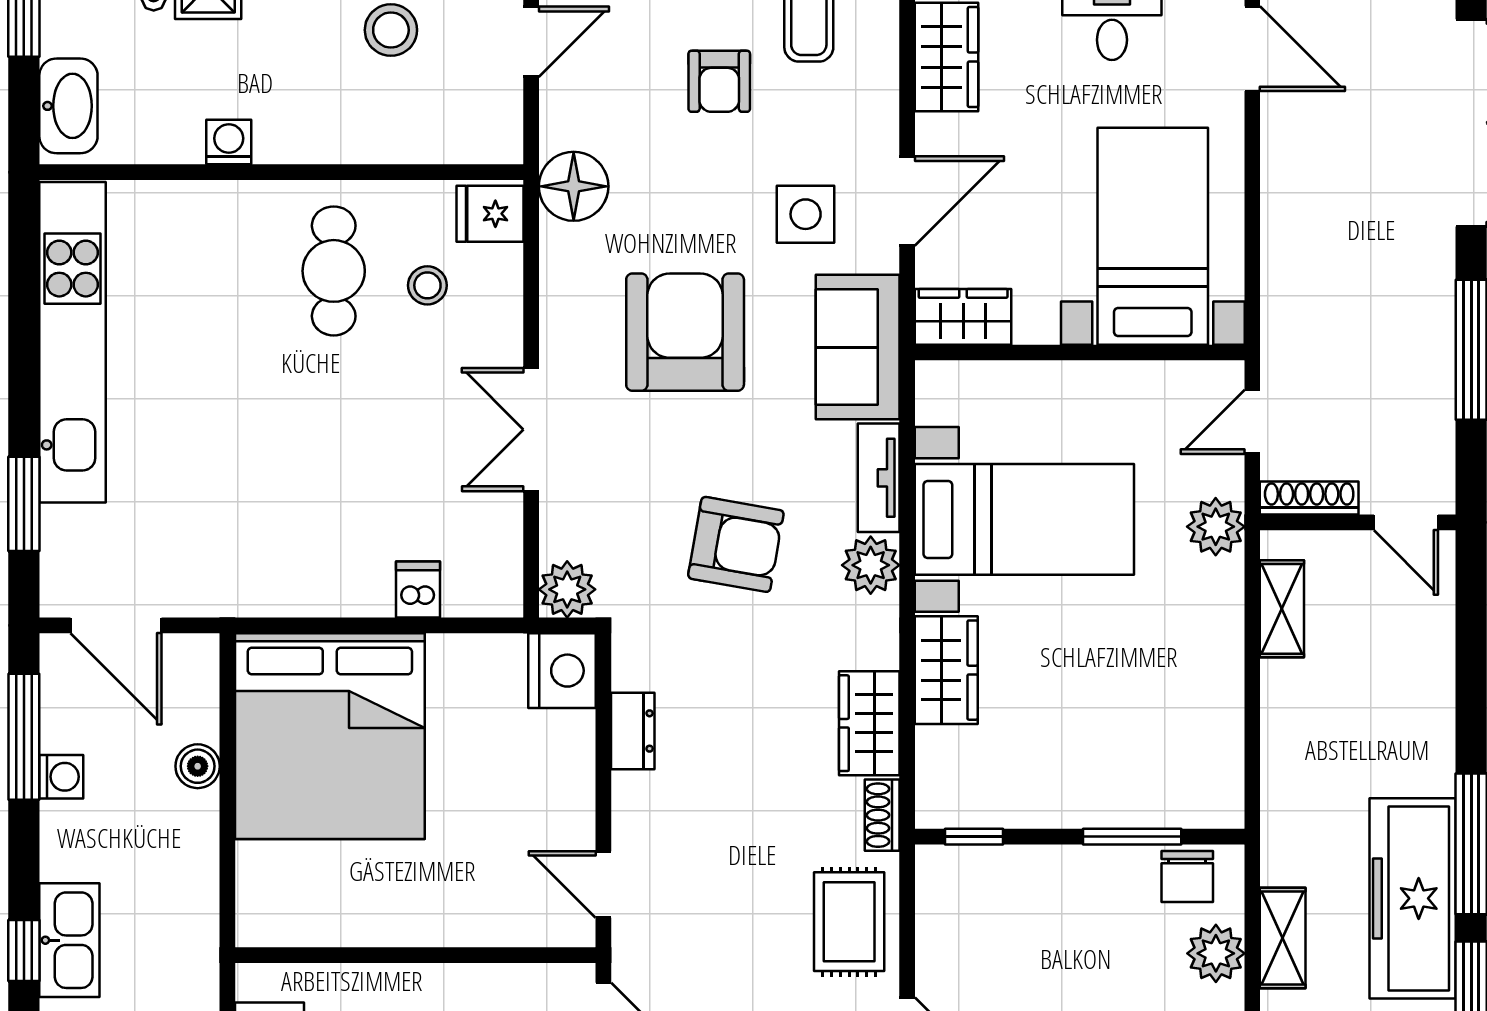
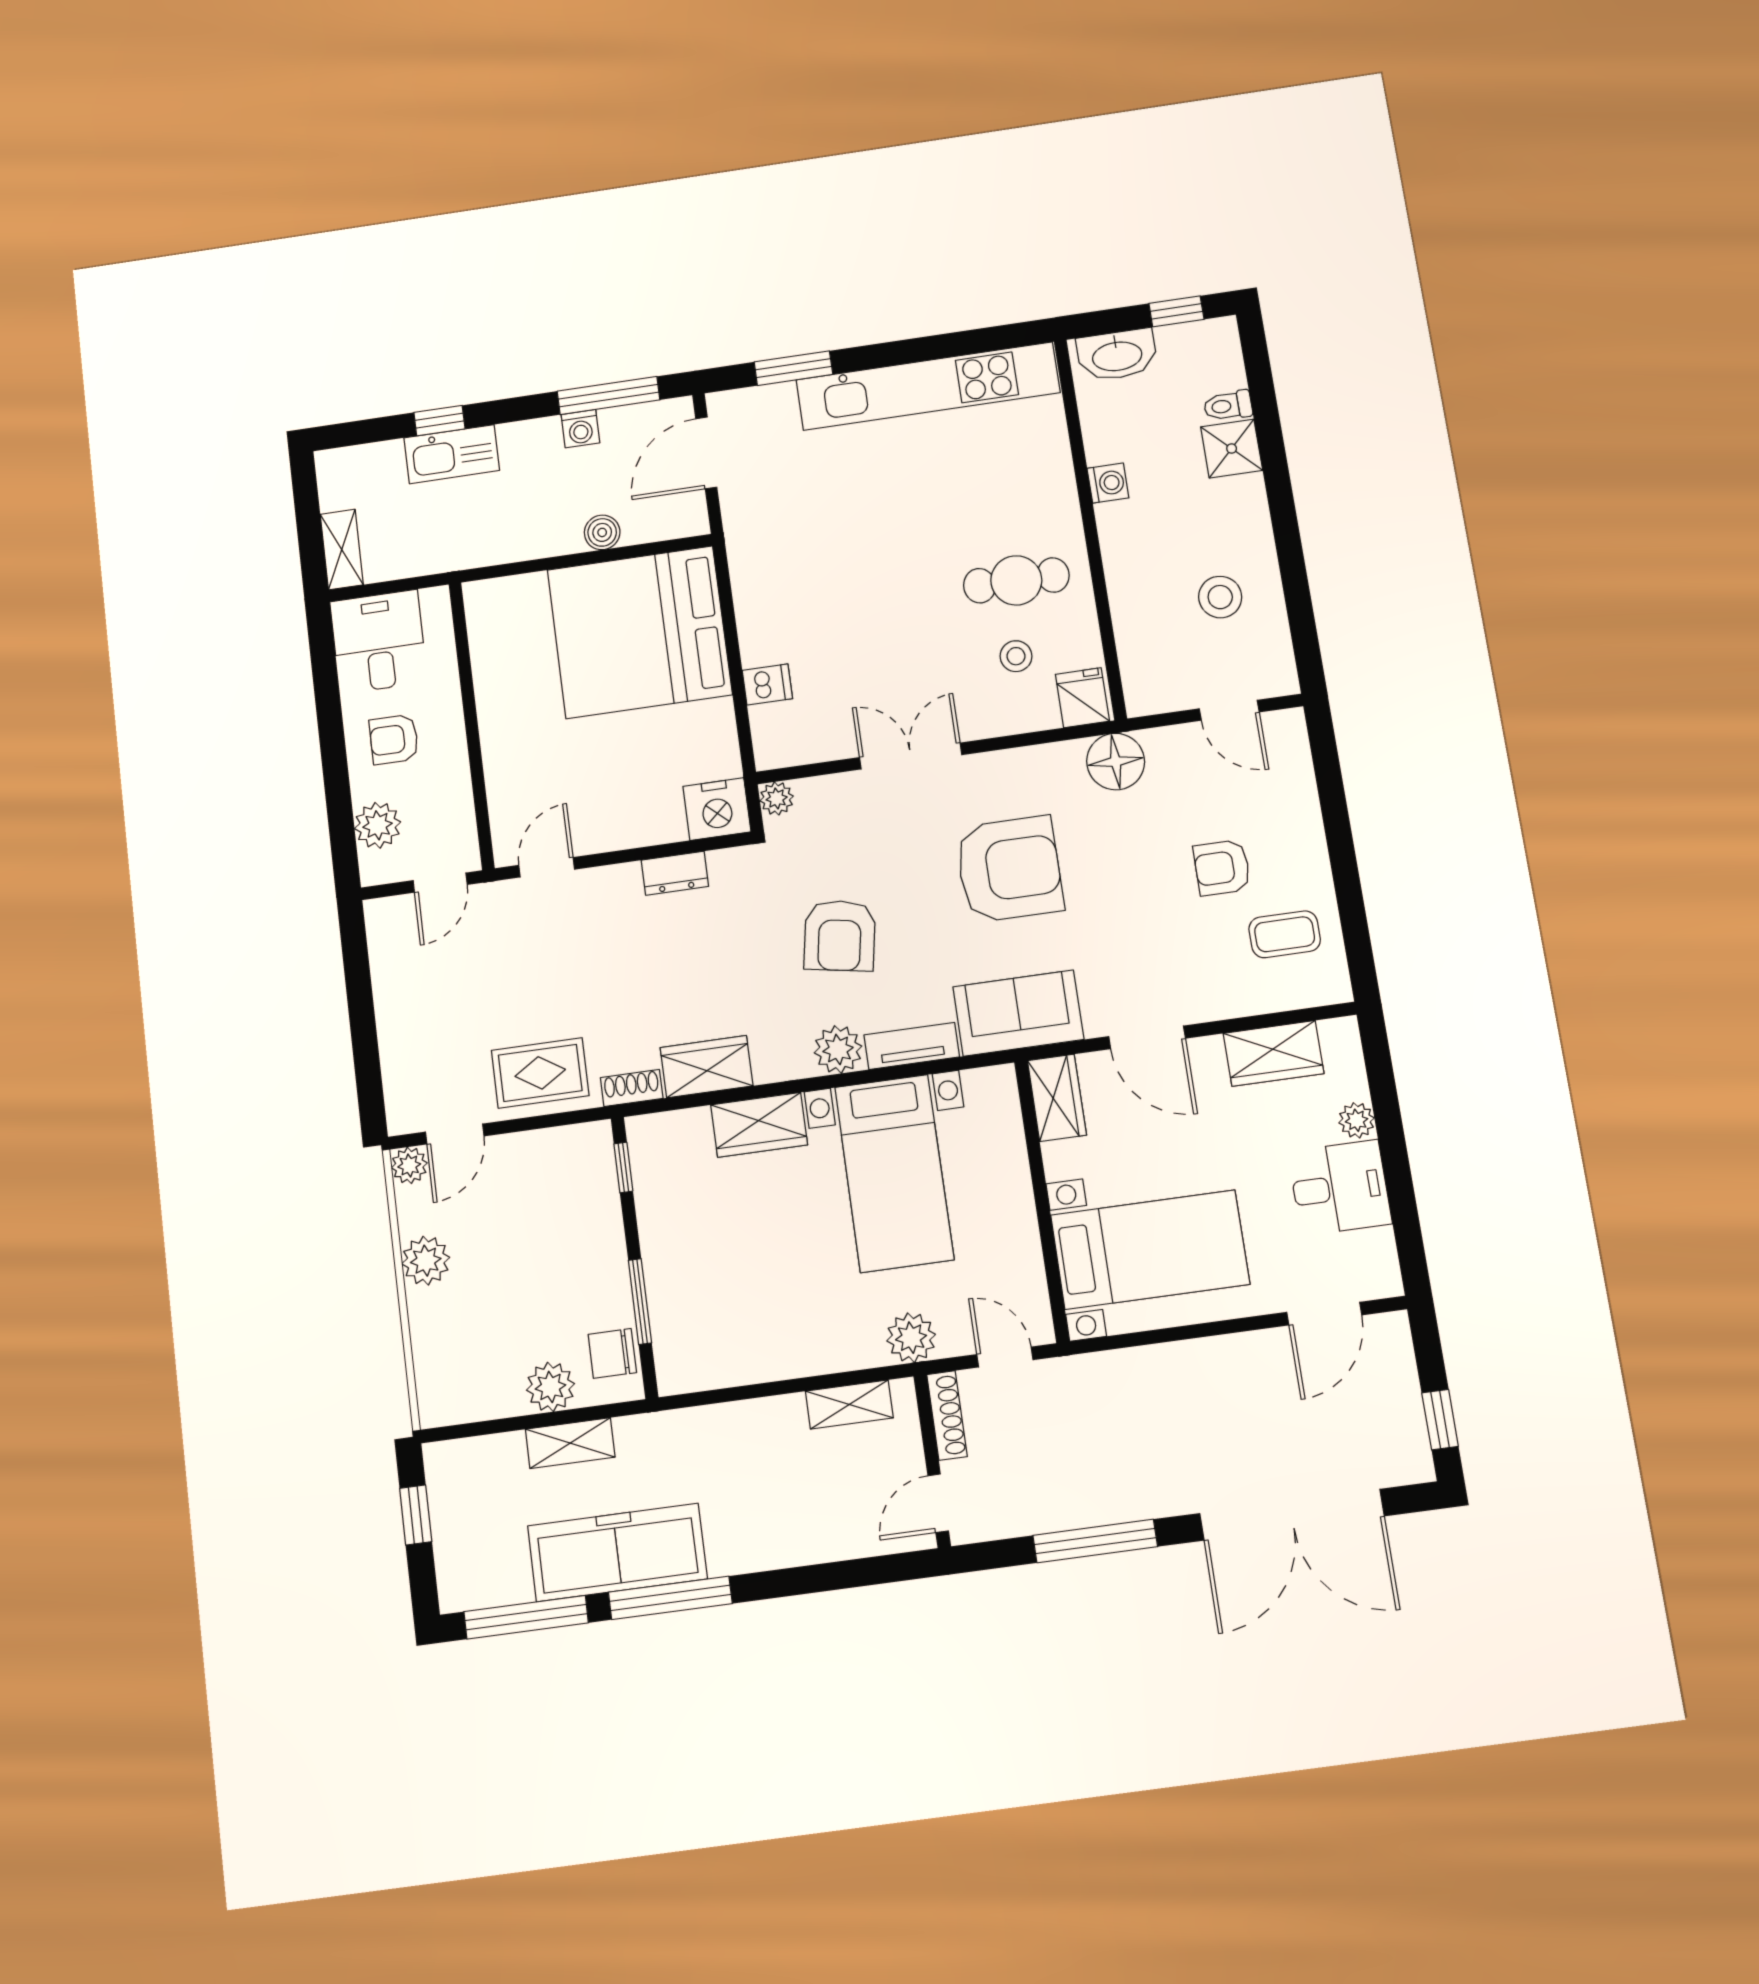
side table: (806, 214) -> (1123, 954), removed
plant: (567, 589) -> (777, 798), width x0.73, depth x0.73

